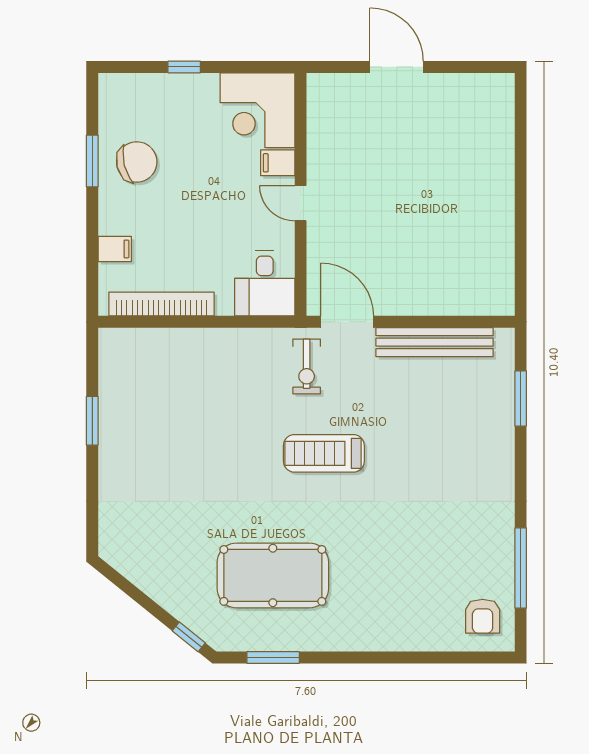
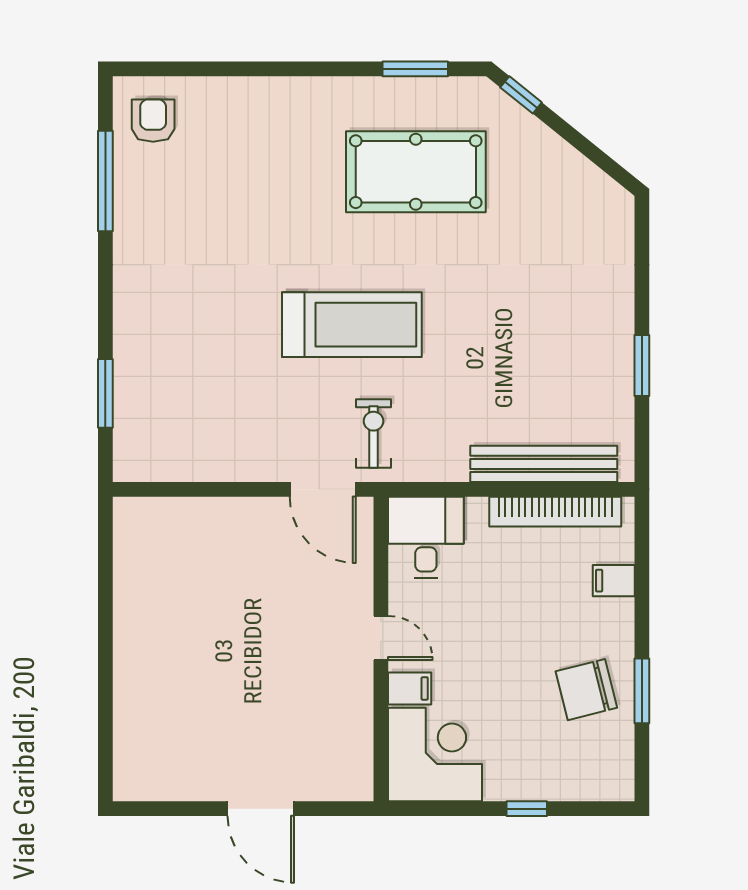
bench: (434, 342) -> (544, 464), moved
treadmill: (324, 453) -> (352, 325), width x1.37, depth x1.38

